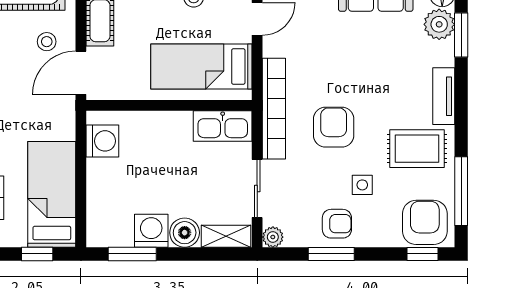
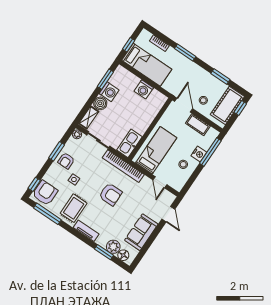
armchair: (334, 127) -> (111, 194), moved
washing machine: (102, 141) -> (144, 89), moved
armchair: (425, 222) -> (45, 193), turned -90

